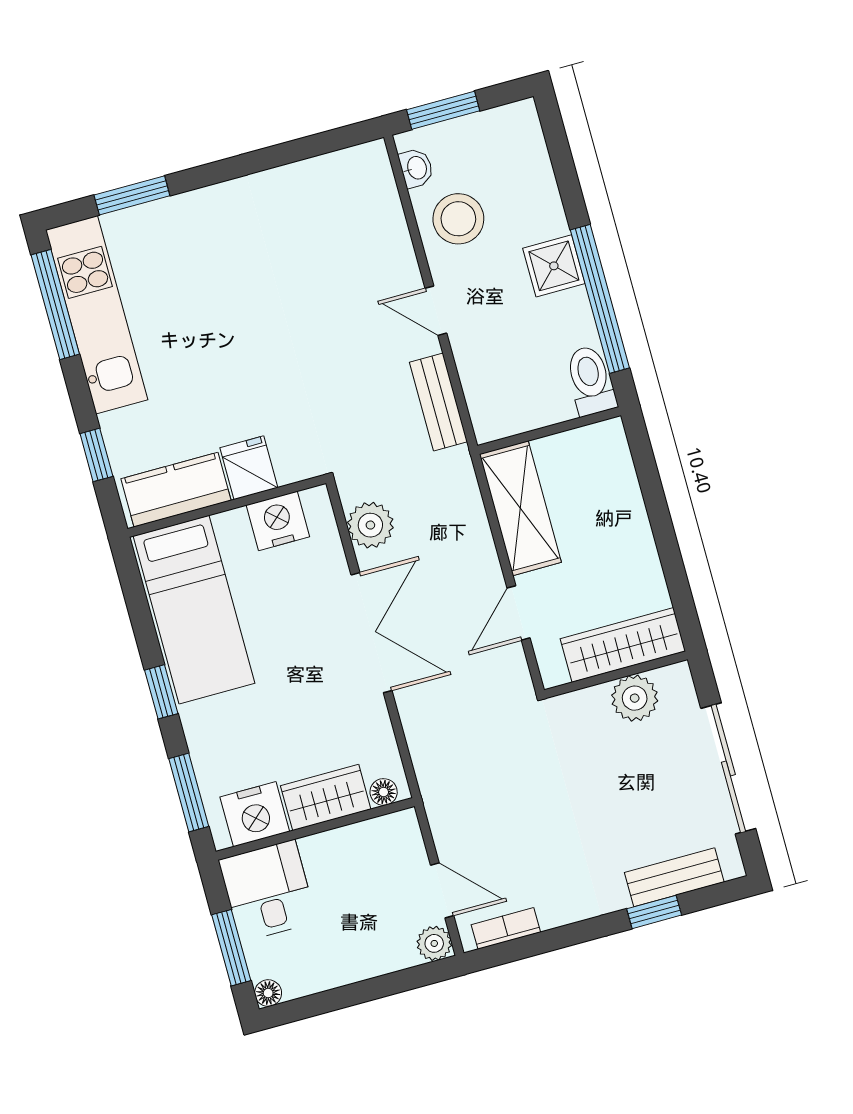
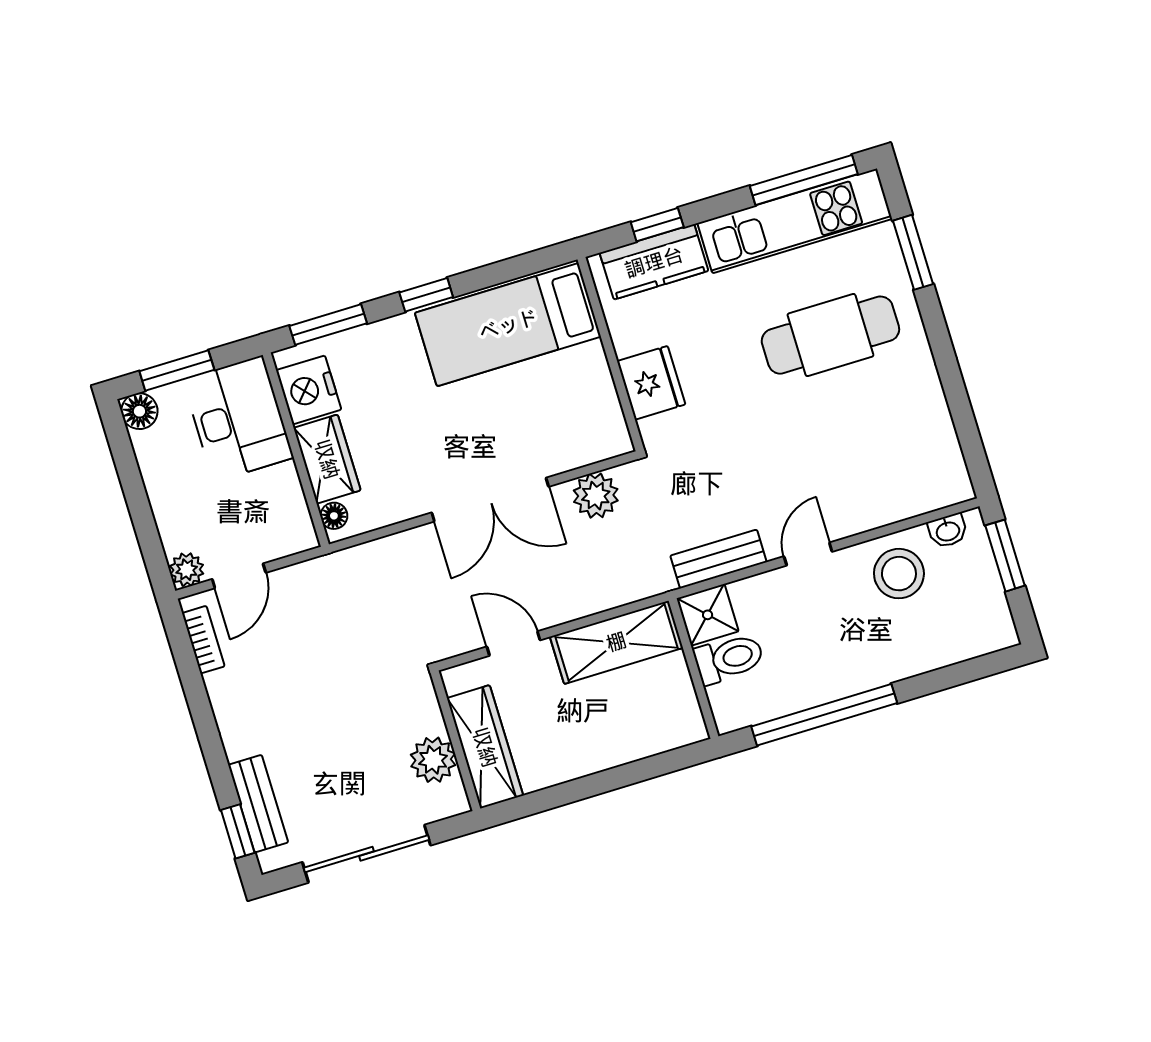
shower: (554, 266) -> (708, 615), moved
cafe table: (214, 282) -> (830, 335), added
toilet: (591, 380) -> (729, 659), moved
fridge: (249, 468) -> (651, 383), width x1.38
kitchen counter: (176, 490) -> (654, 262), moved, turned 90
nightstand: (278, 521) -> (597, 405), removed
desk: (268, 891) -> (238, 419), width x1.37
window: (654, 912) -> (238, 831), moved
floor lamp: (268, 993) -> (139, 411), width x1.37, depth x1.37

